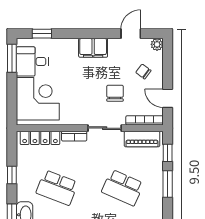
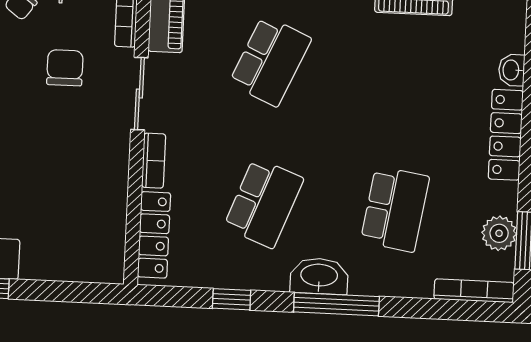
chair: (115, 93) -> (65, 68), turned 90
corner desk: (38, 99) -> (69, 235), removed

